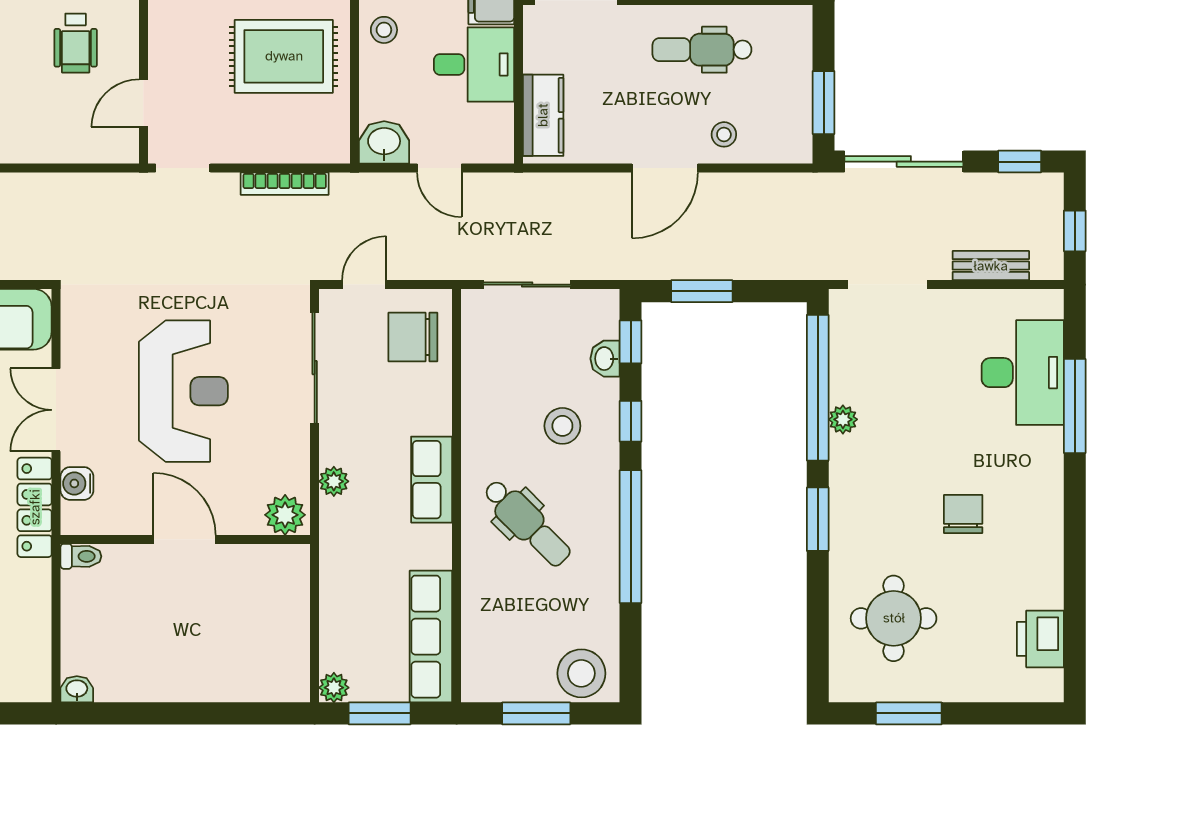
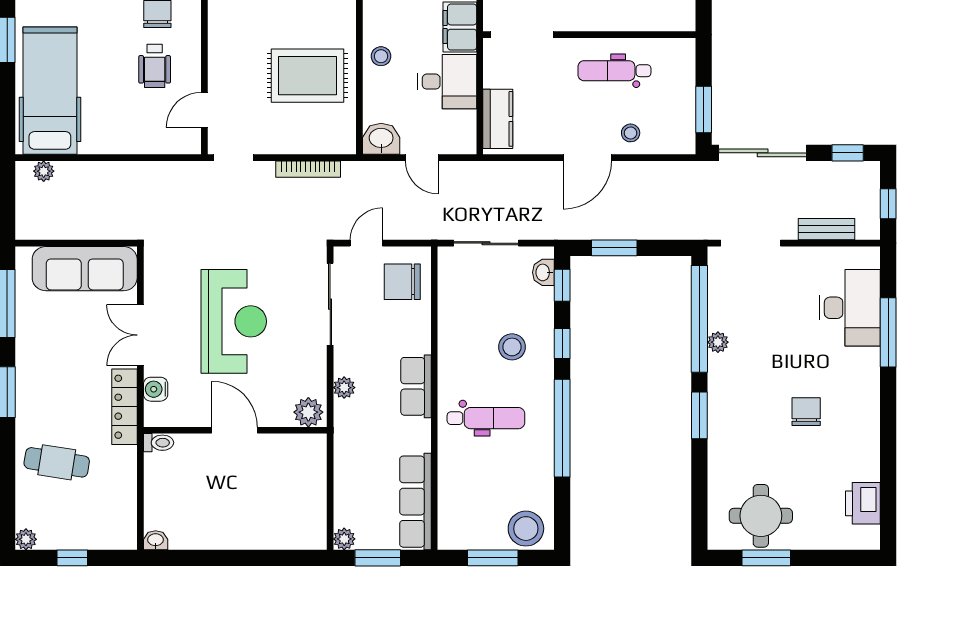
washbasin: (605, 359) -> (543, 272), moved
dental chair: (527, 523) -> (486, 418), turned -45
round table: (894, 618) -> (761, 516), moved

